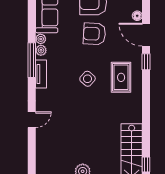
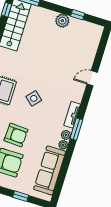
window: (32, 60) -> (76, 129), width x0.69

